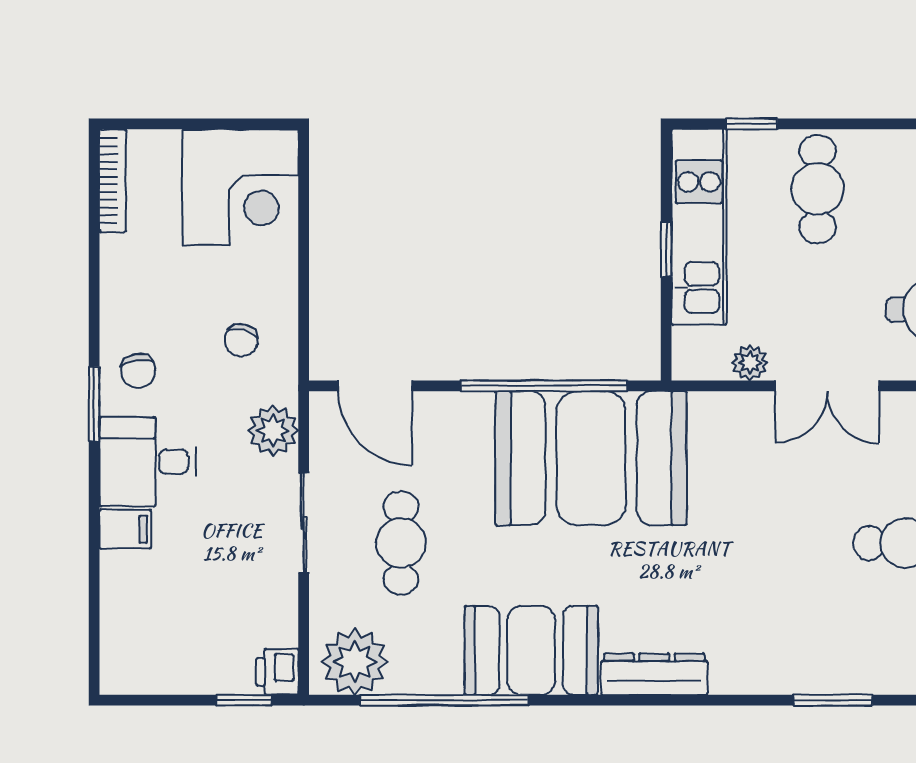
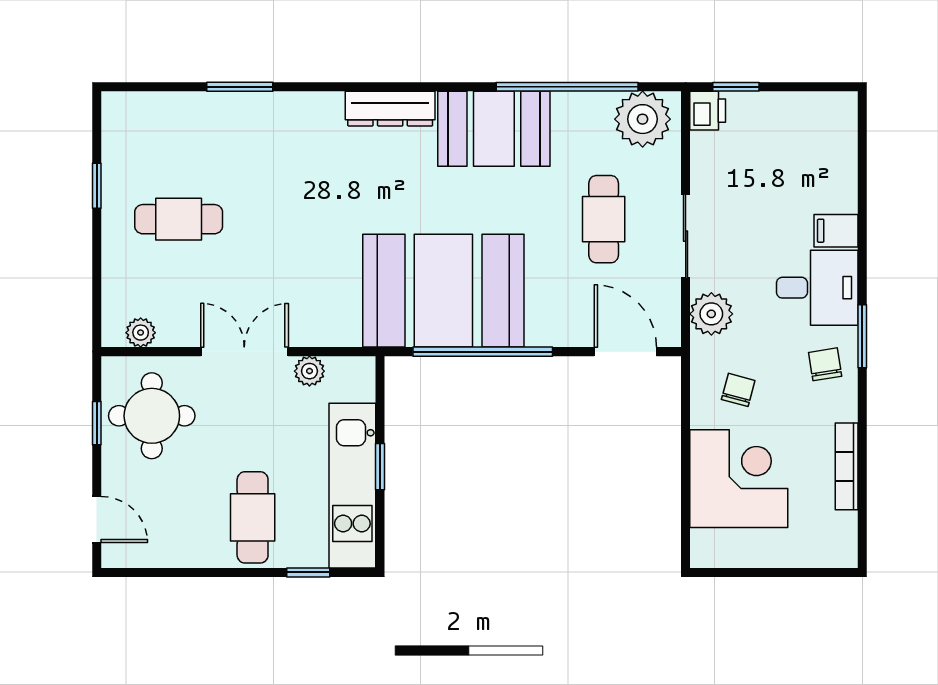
bookcase: (113, 181) -> (847, 466), moved
corner desk: (240, 187) -> (739, 479), moved, turned 90

